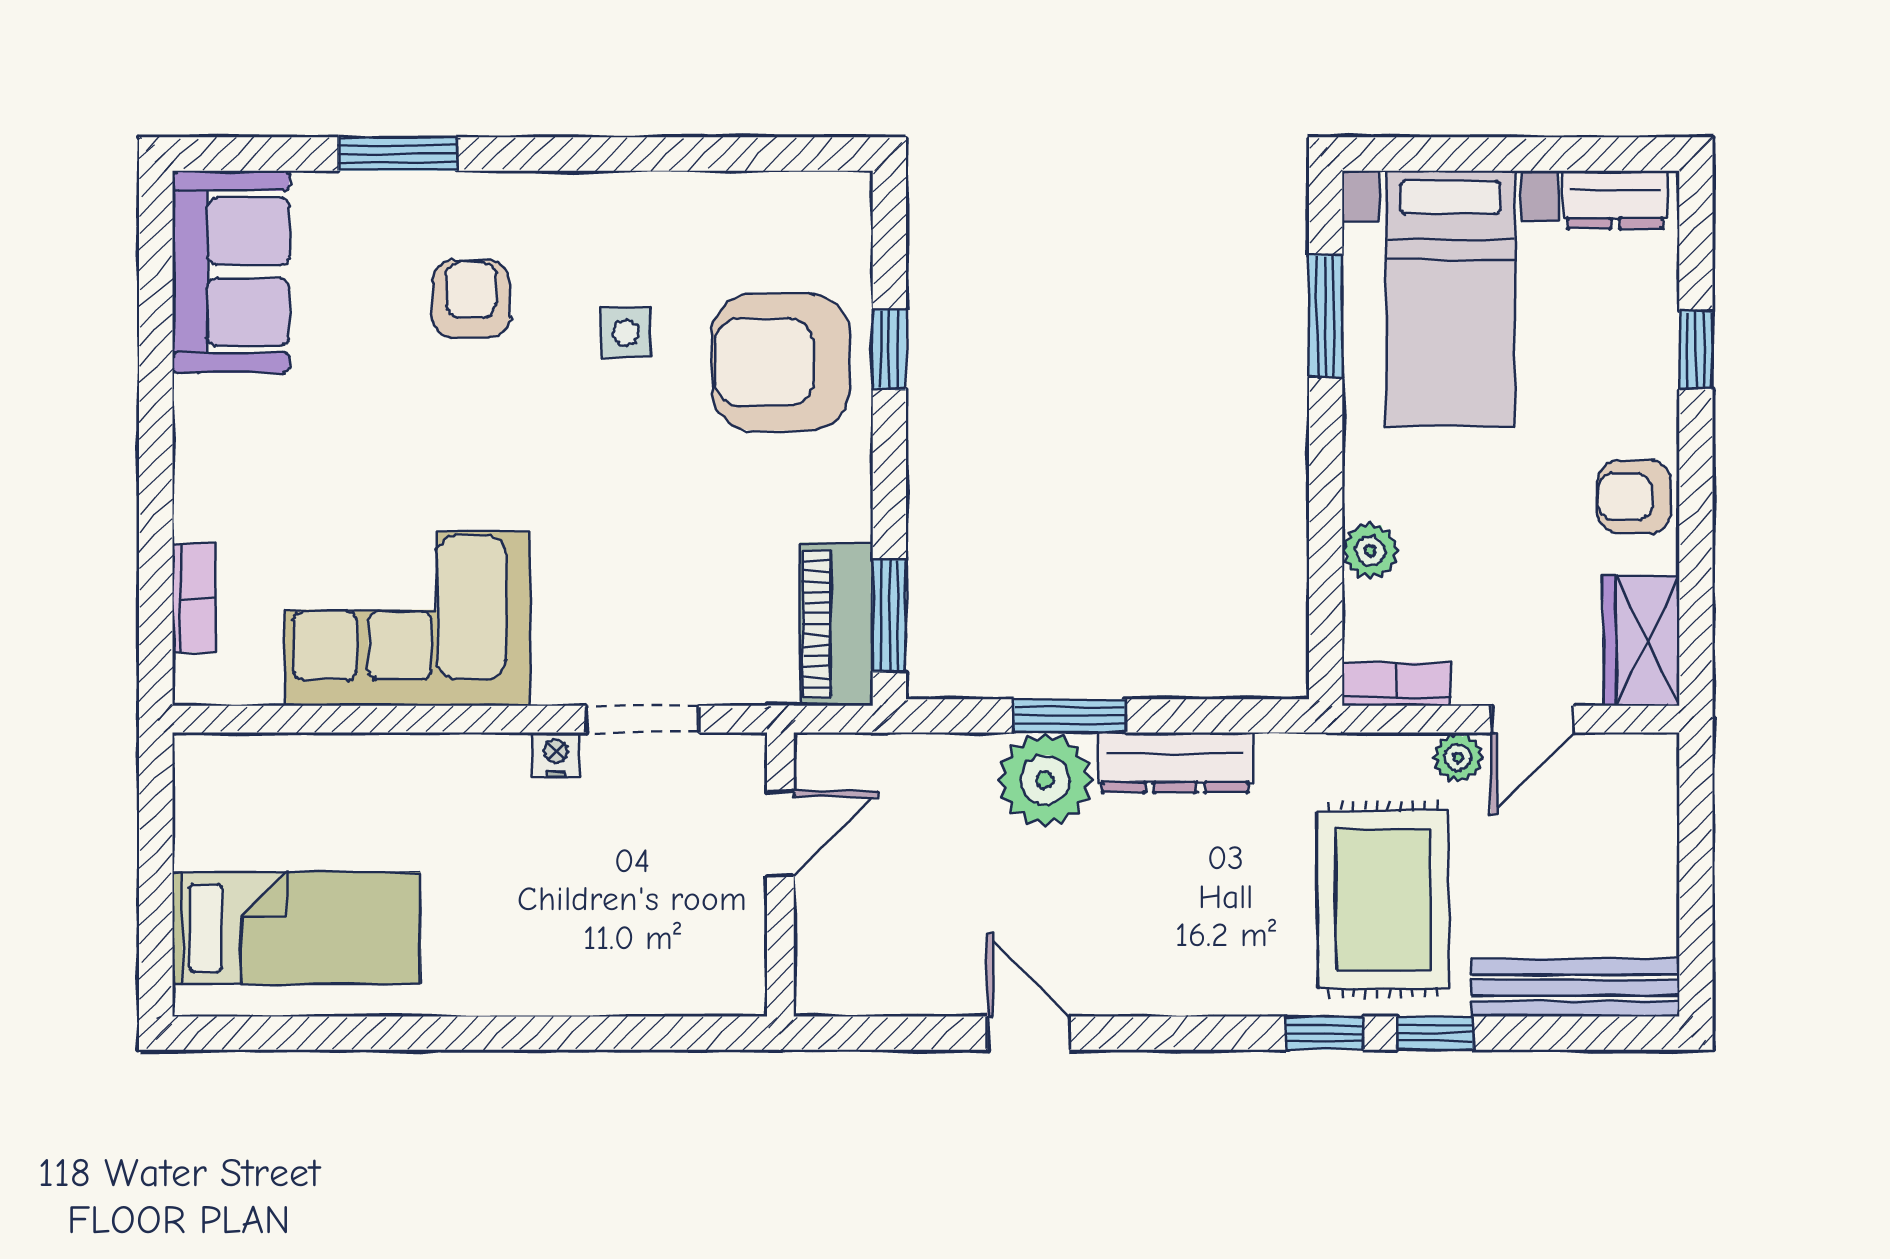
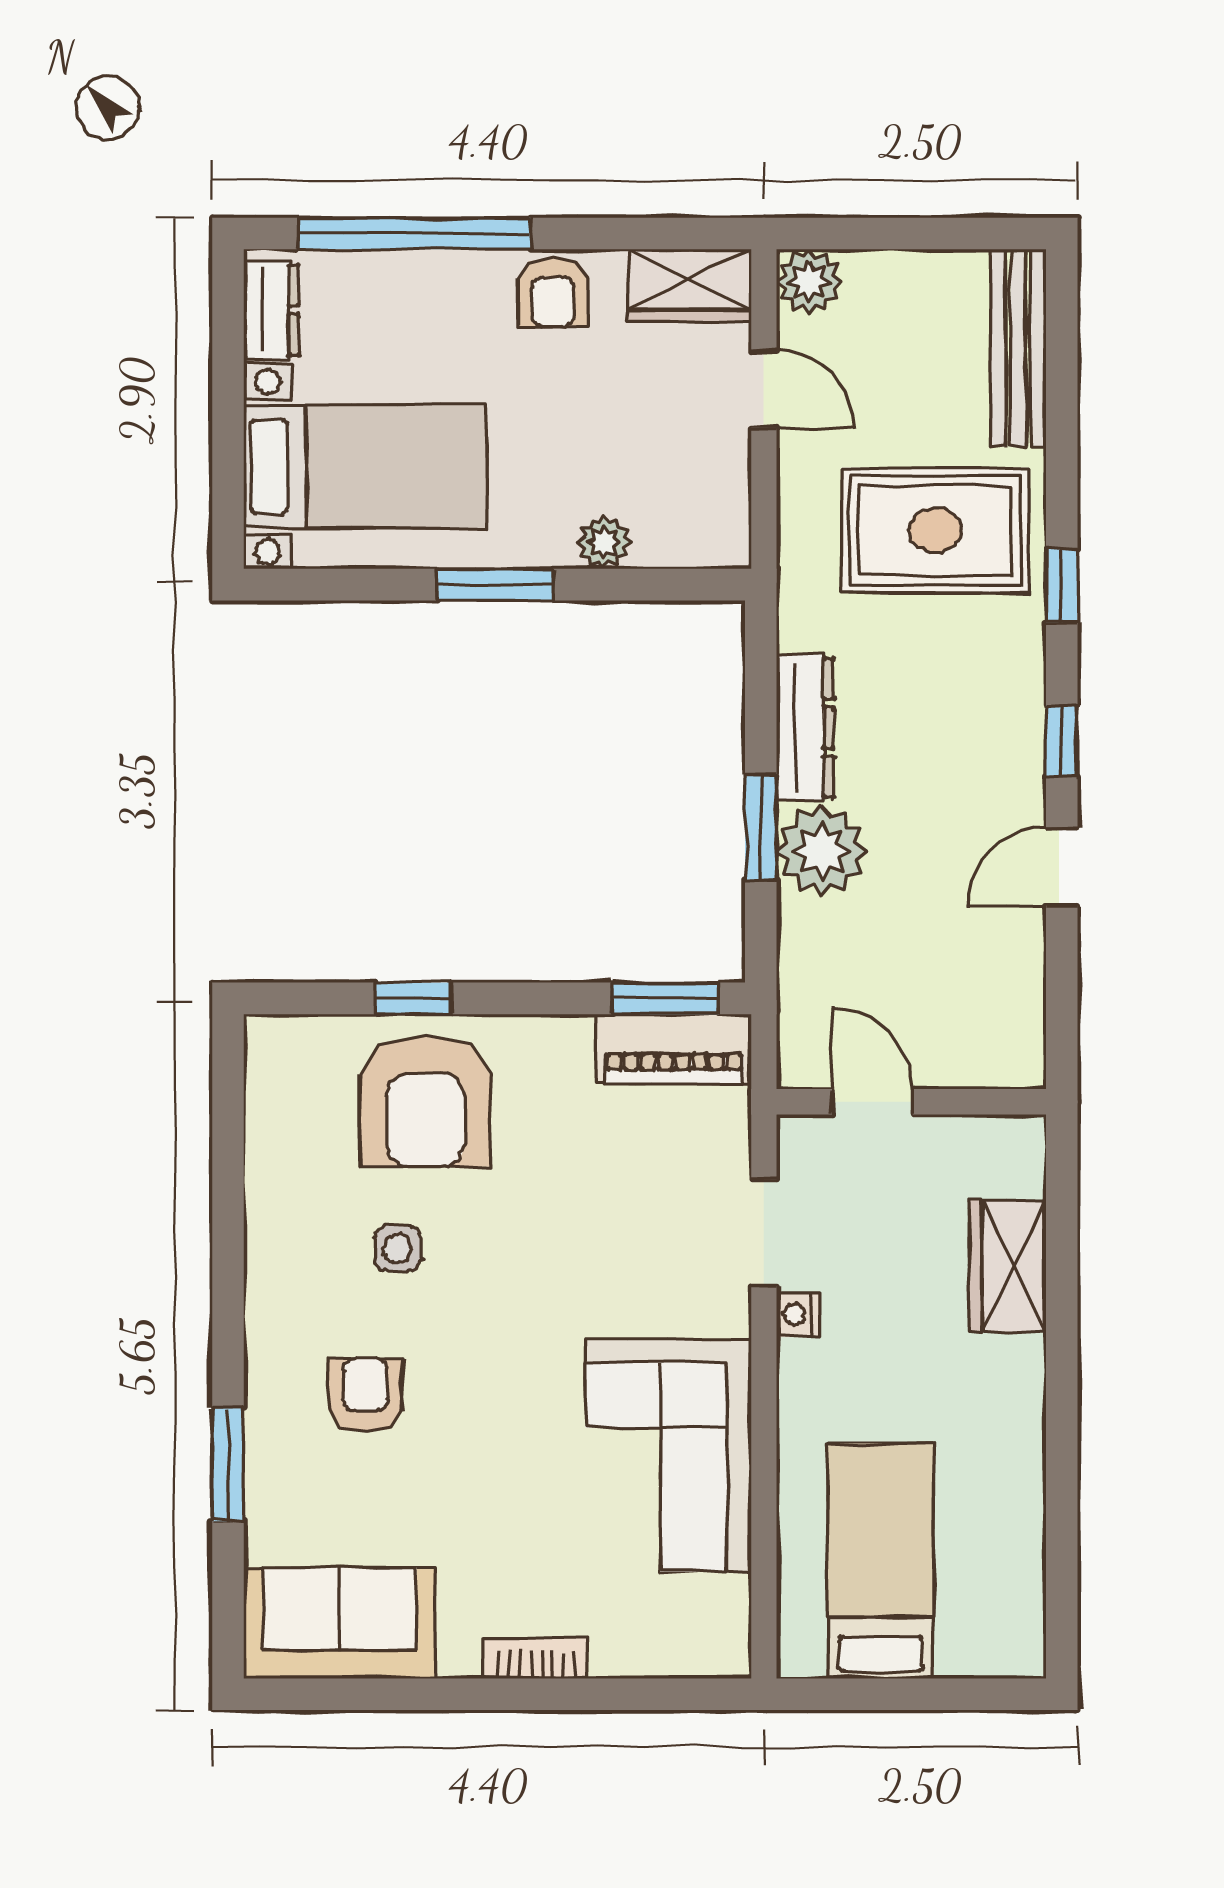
armchair: (471, 299) -> (366, 1395), turned 90
window: (1326, 316) -> (495, 585), moved
window: (1696, 350) -> (414, 234), width x3.17
bookcase: (194, 598) -> (536, 1658), moved
bookcase: (1396, 684) -> (731, 517), removed
plant: (1458, 757) -> (809, 282), moved, width x1.38, depth x1.38
bed: (296, 928) -> (881, 1561), moved
wardrobe: (607, 976) -> (1008, 1266), added
window: (1435, 1033) -> (1062, 741), moved

